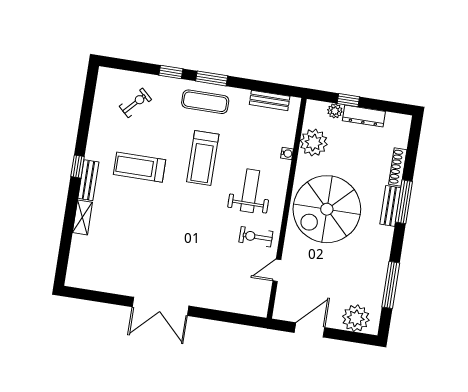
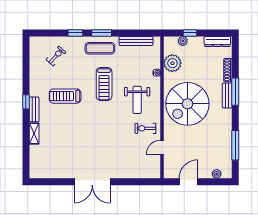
bench: (270, 100) -> (136, 41), width x1.36
dresser: (364, 116) -> (217, 41), moved
weight bench: (250, 191) -> (137, 100), turned 180
plant: (356, 318) -> (217, 174), width x0.53, depth x0.53

